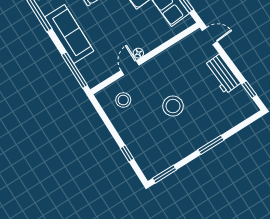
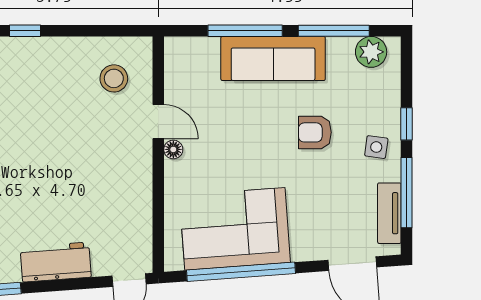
window: (74, 70) -> (245, 31), moved
stool: (173, 106) -> (54, 151), removed

